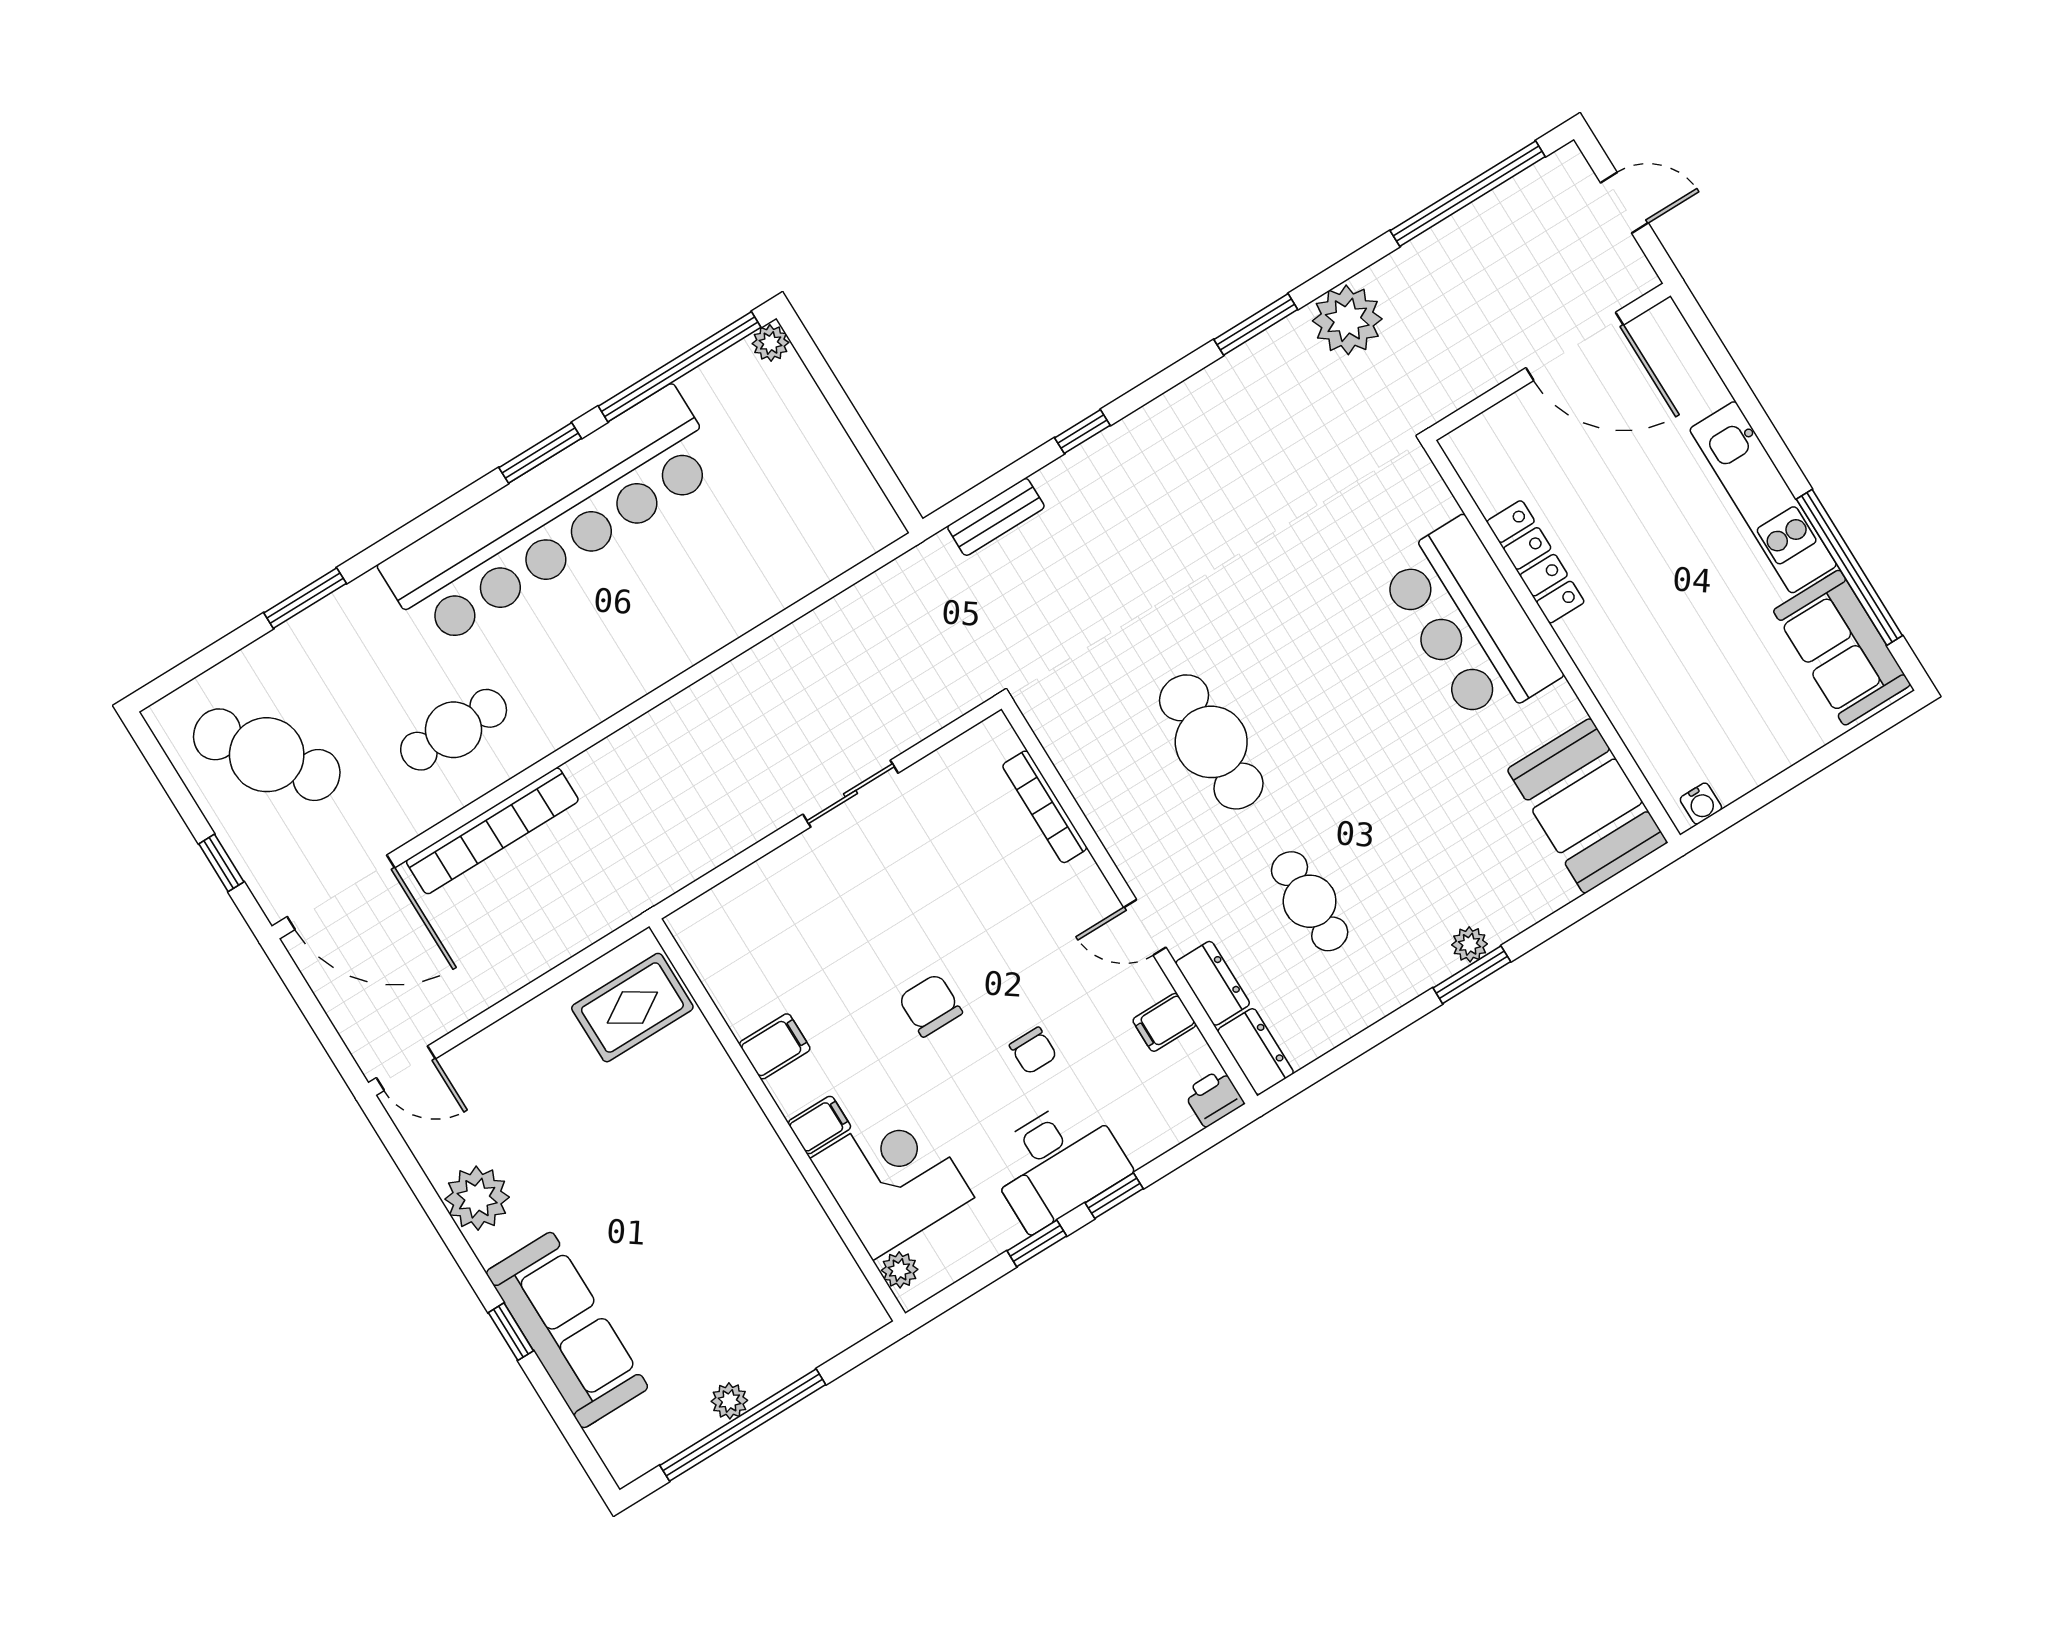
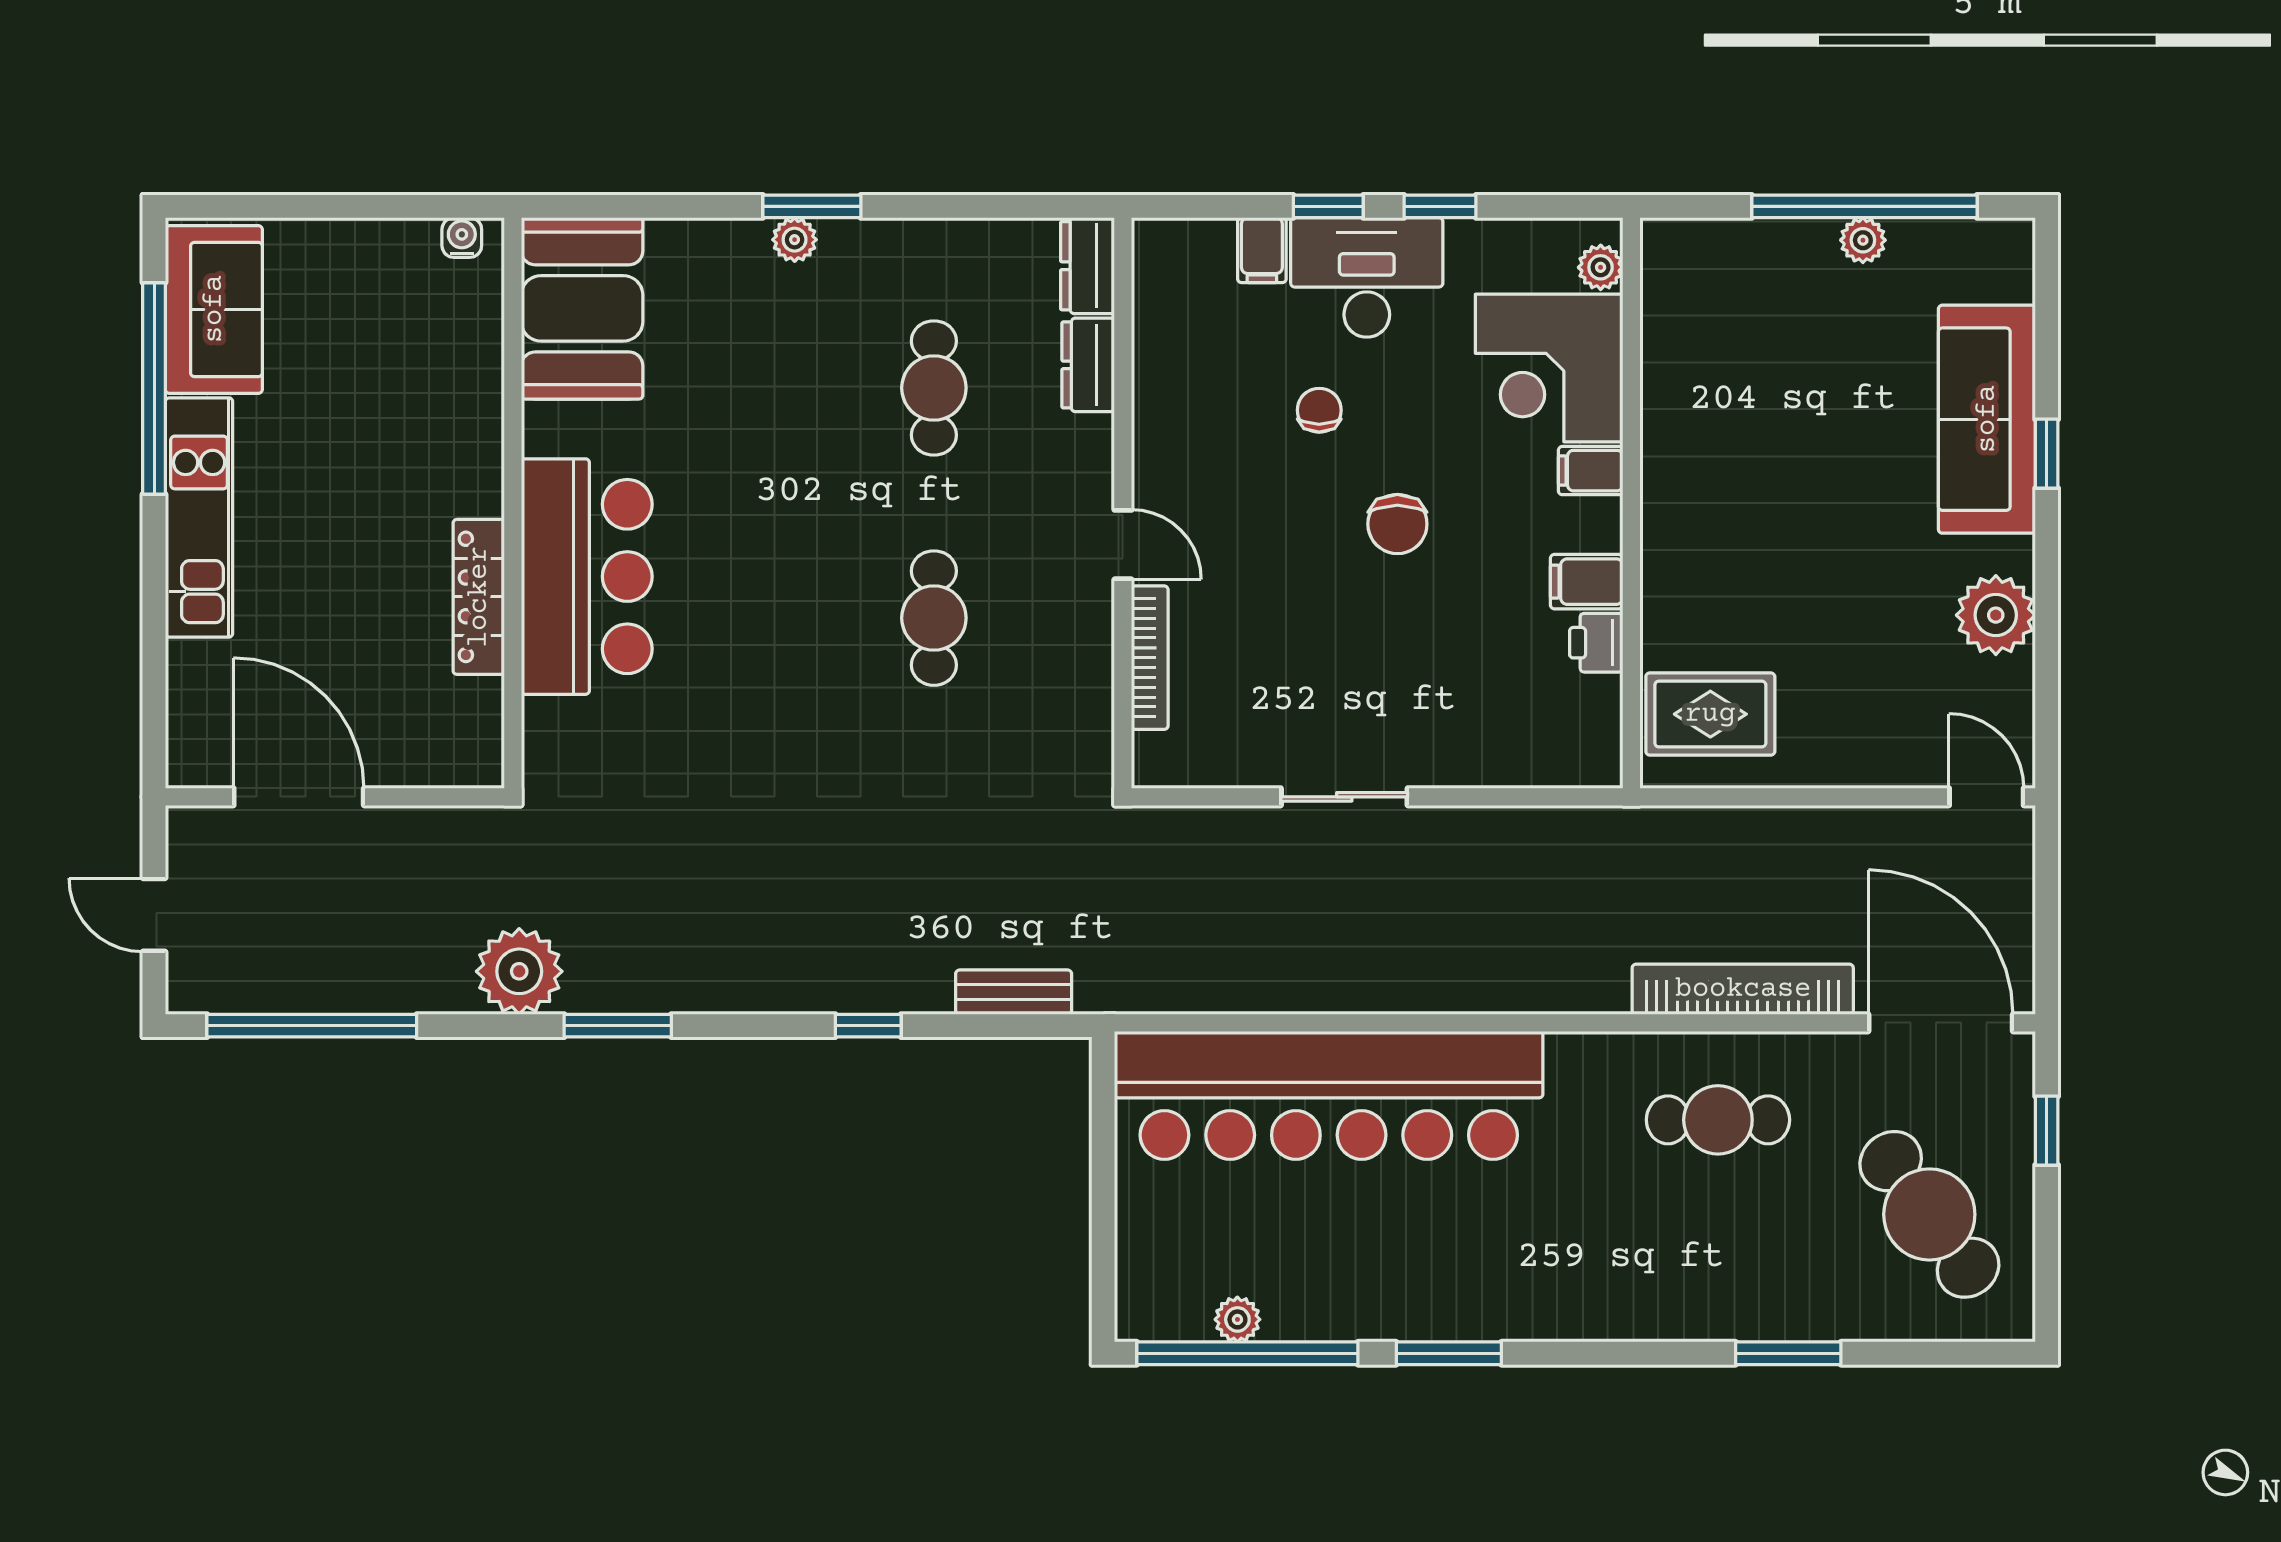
plant: (771, 343) -> (1237, 1319), moved
bar counter: (552, 518) -> (1329, 1095), moved, turned 180
cafe table: (1211, 742) -> (934, 618), width x0.73, depth x0.74
door: (1145, 927) -> (1123, 545), moved
filing cabinet: (1164, 1022) -> (1262, 250), moved, turned 90
printer: (1214, 1098) -> (1596, 643), moved, turned 90

